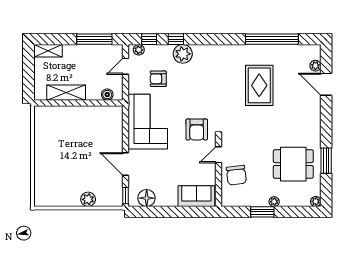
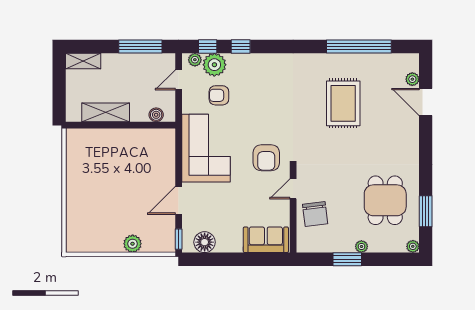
plant: (183, 54) -> (214, 65), moved
window: (326, 161) -> (426, 211), moved
door: (125, 164) -> (179, 200), hinge flipped
dining table: (293, 164) -> (385, 200), turned 90

